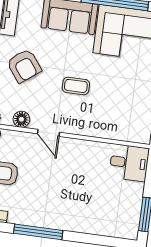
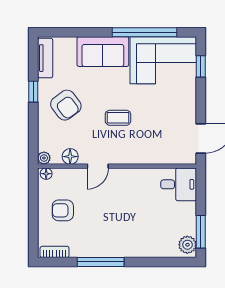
door: (48, 133) -> (98, 166), hinge flipped
plant: (130, 226) -> (187, 245), added

